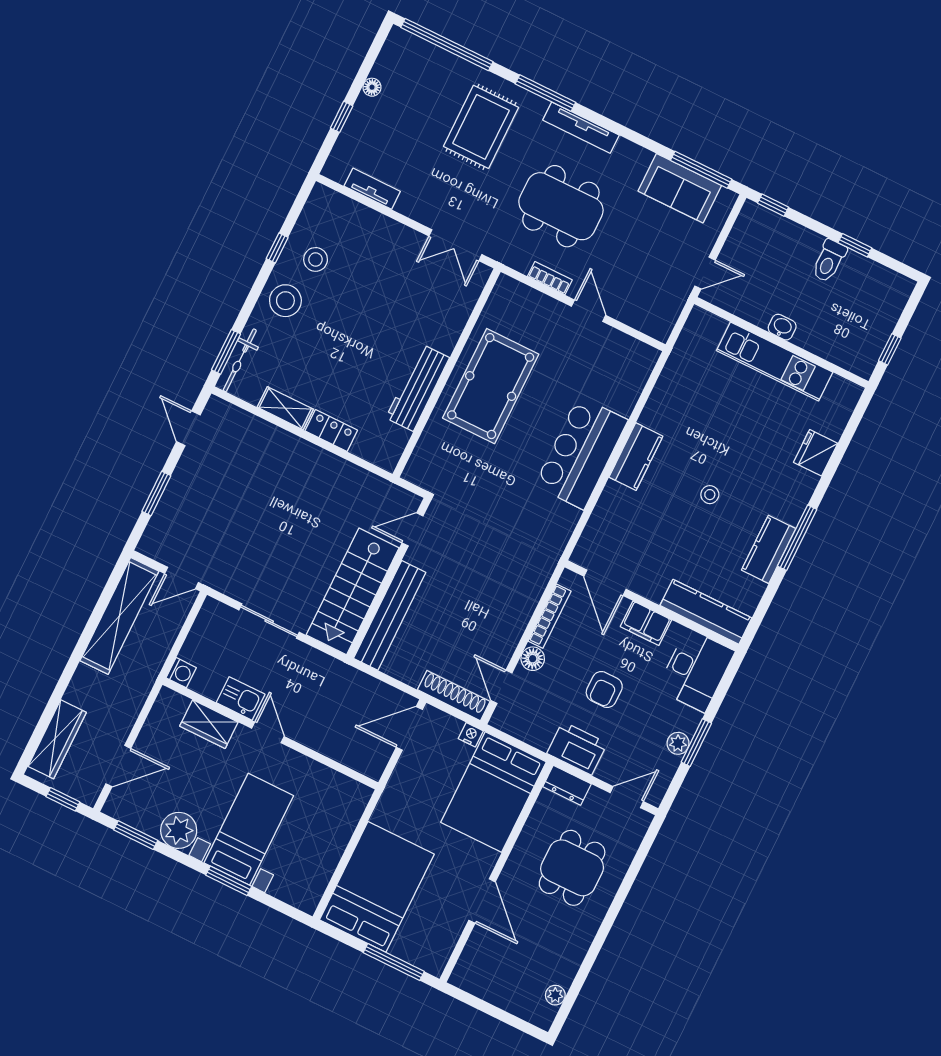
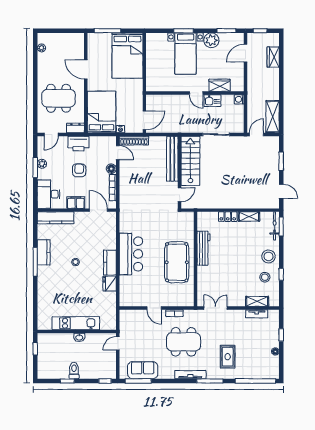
rug: (481, 127) -> (228, 357), width x0.73, depth x0.70
shelving: (358, 215) -> (257, 301), added
fridge: (816, 453) -> (110, 284), moved, turned 180
shelving: (119, 616) -> (273, 117), width x0.68
wardrobe: (57, 739) -> (273, 57), width x0.67
dining table: (572, 868) -> (58, 98), width x1.37

